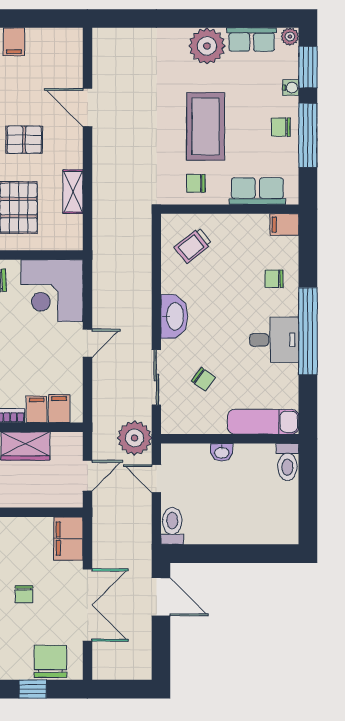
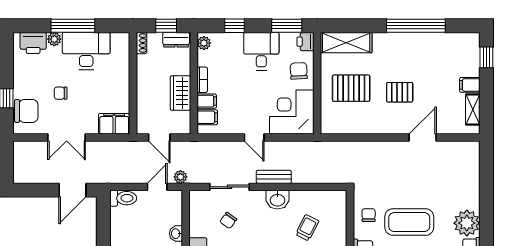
pallet: (24, 140) -> (400, 92), turned 90
shelving: (73, 192) -> (473, 109), moved, turned 90
trolley: (193, 246) -> (307, 228), moved, turned 66
bench: (142, 316) -> (274, 177), added
washbasin: (174, 316) -> (277, 200), width x0.72
plant: (135, 438) -> (180, 177), width x0.53, depth x0.53
chair: (24, 594) -> (61, 93), moved
double door: (87, 605) -> (67, 137), width x0.73

